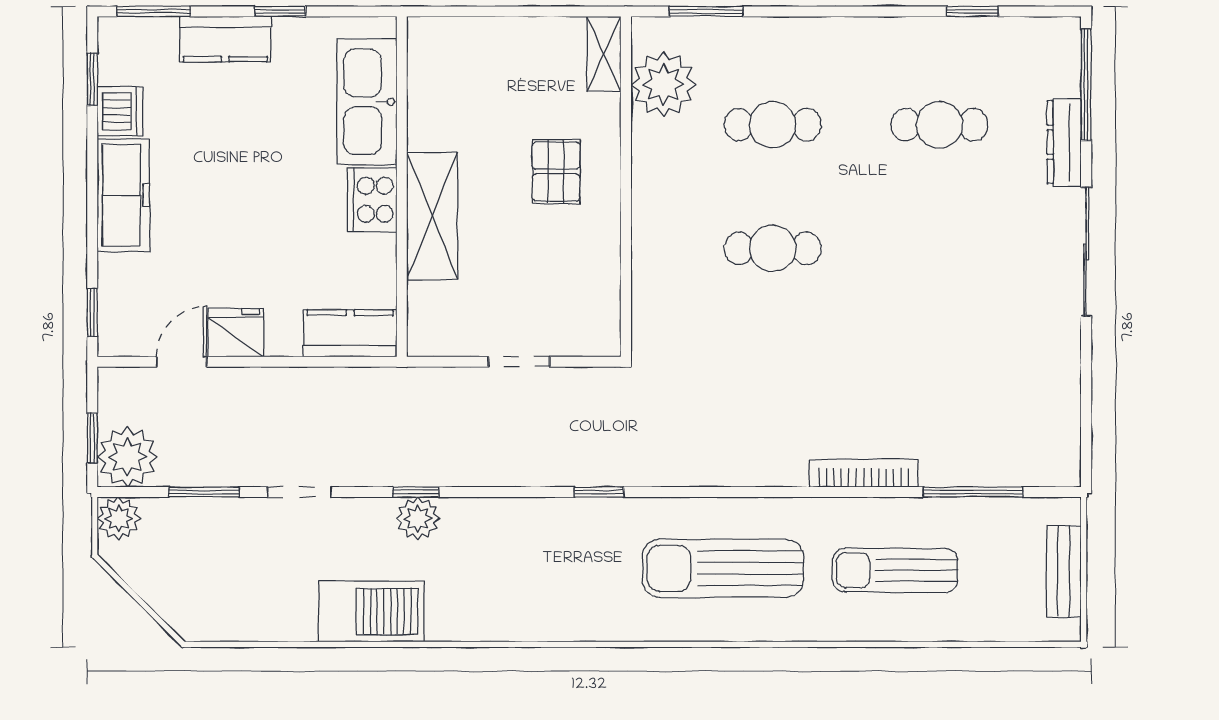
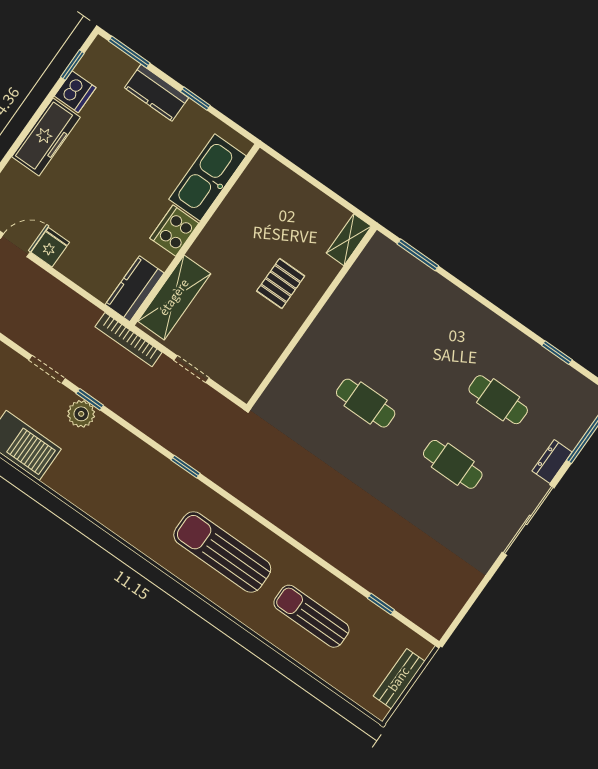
plant: (663, 84) -> (369, 277), removed
cafe table: (773, 125) -> (453, 464), moved
dresser: (1064, 142) -> (552, 462), width x0.70
shelving: (432, 216) -> (174, 297), moved
fridge: (236, 333) -> (50, 247), width x0.72
kitchen counter: (350, 333) -> (135, 289), moved, turned -90
bookcase: (864, 473) -> (129, 340), moved, turned 180
doorway: (299, 492) -> (47, 369), moved
window: (973, 492) -> (381, 604), width x0.46

